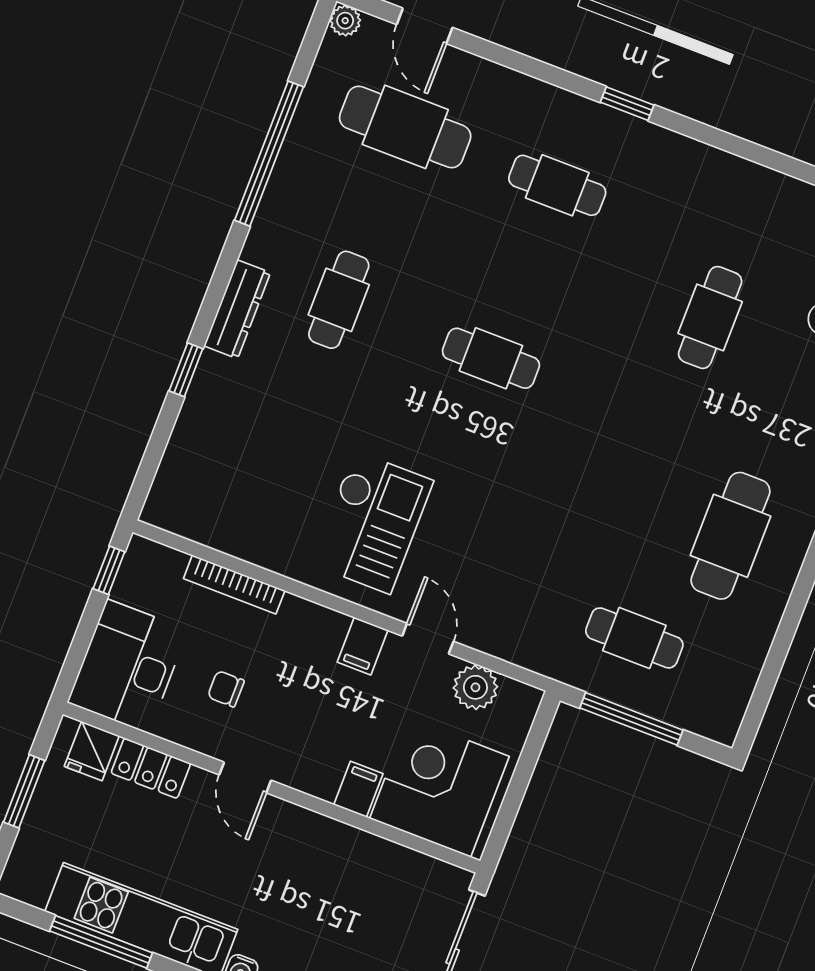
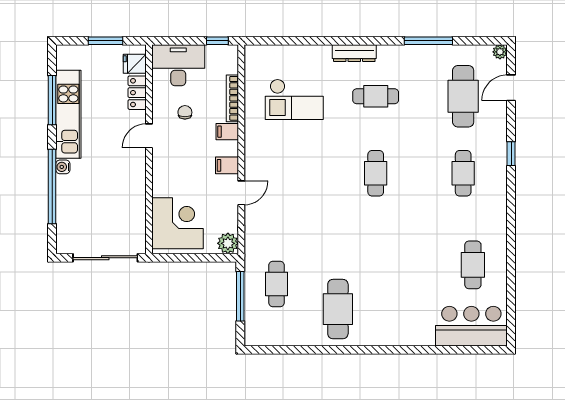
window: (627, 104) -> (511, 154), moved
window: (269, 154) -> (428, 41), width x0.68
cafe table: (710, 317) -> (473, 265), moved, turned 90
window: (186, 370) -> (319, 41), removed
checkout: (372, 522) -> (294, 99), moved
cafe table: (730, 536) -> (338, 309), turned 90
plant: (475, 687) -> (228, 243), moved
filing cabinet: (358, 789) -> (227, 132), moved, turned 180

